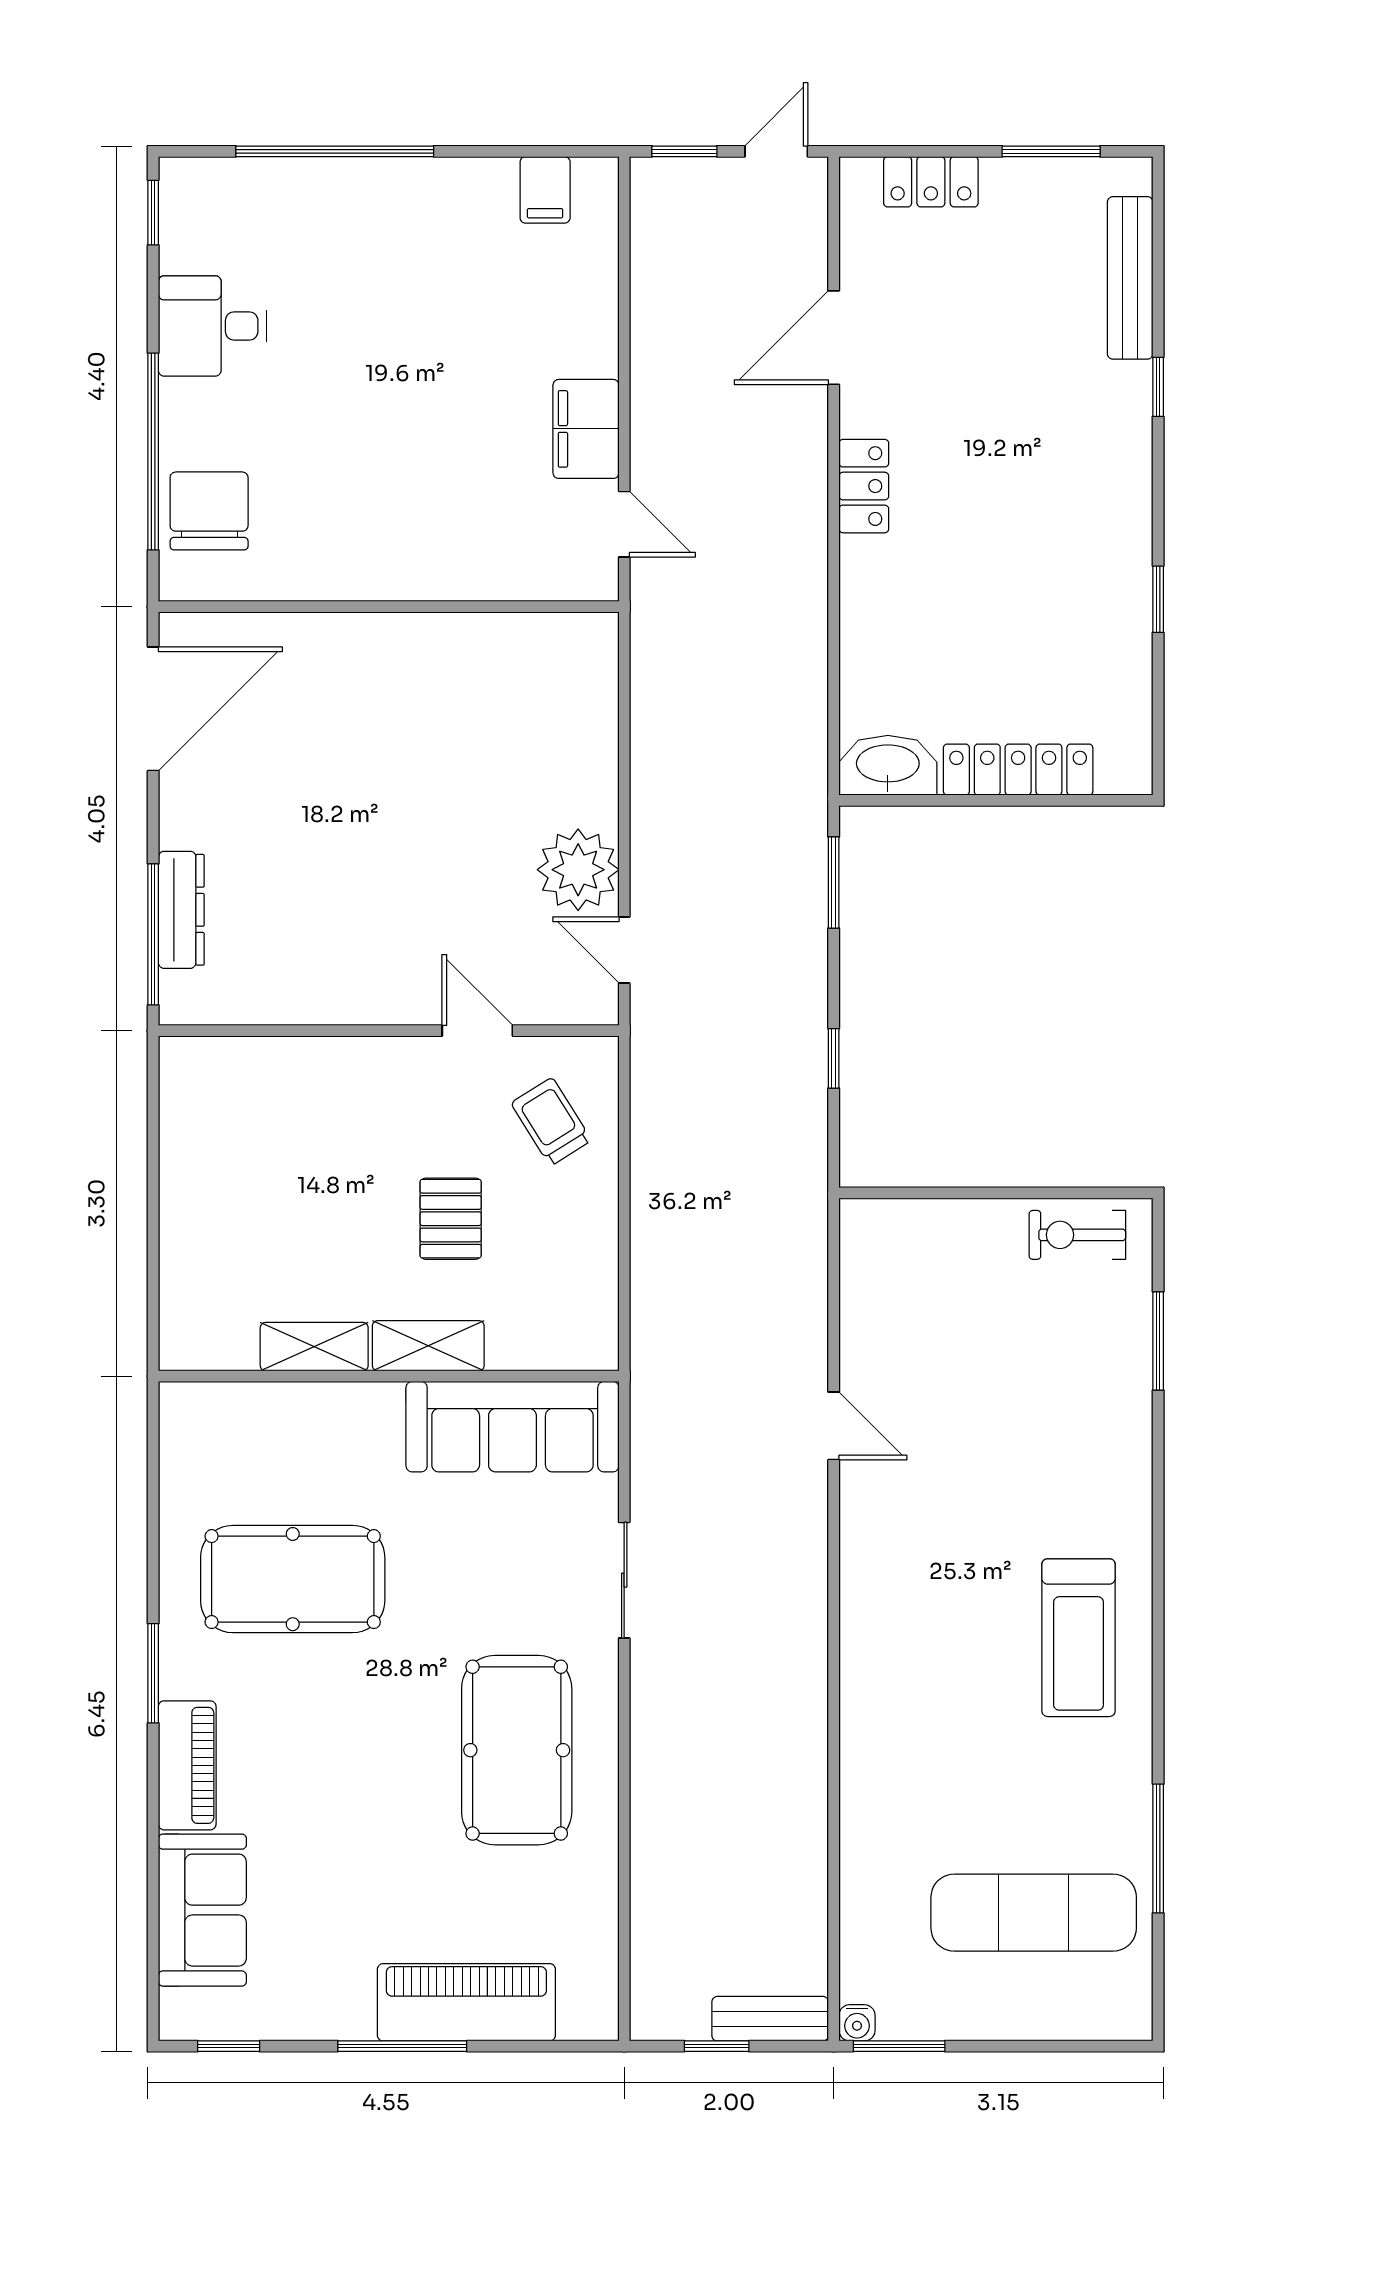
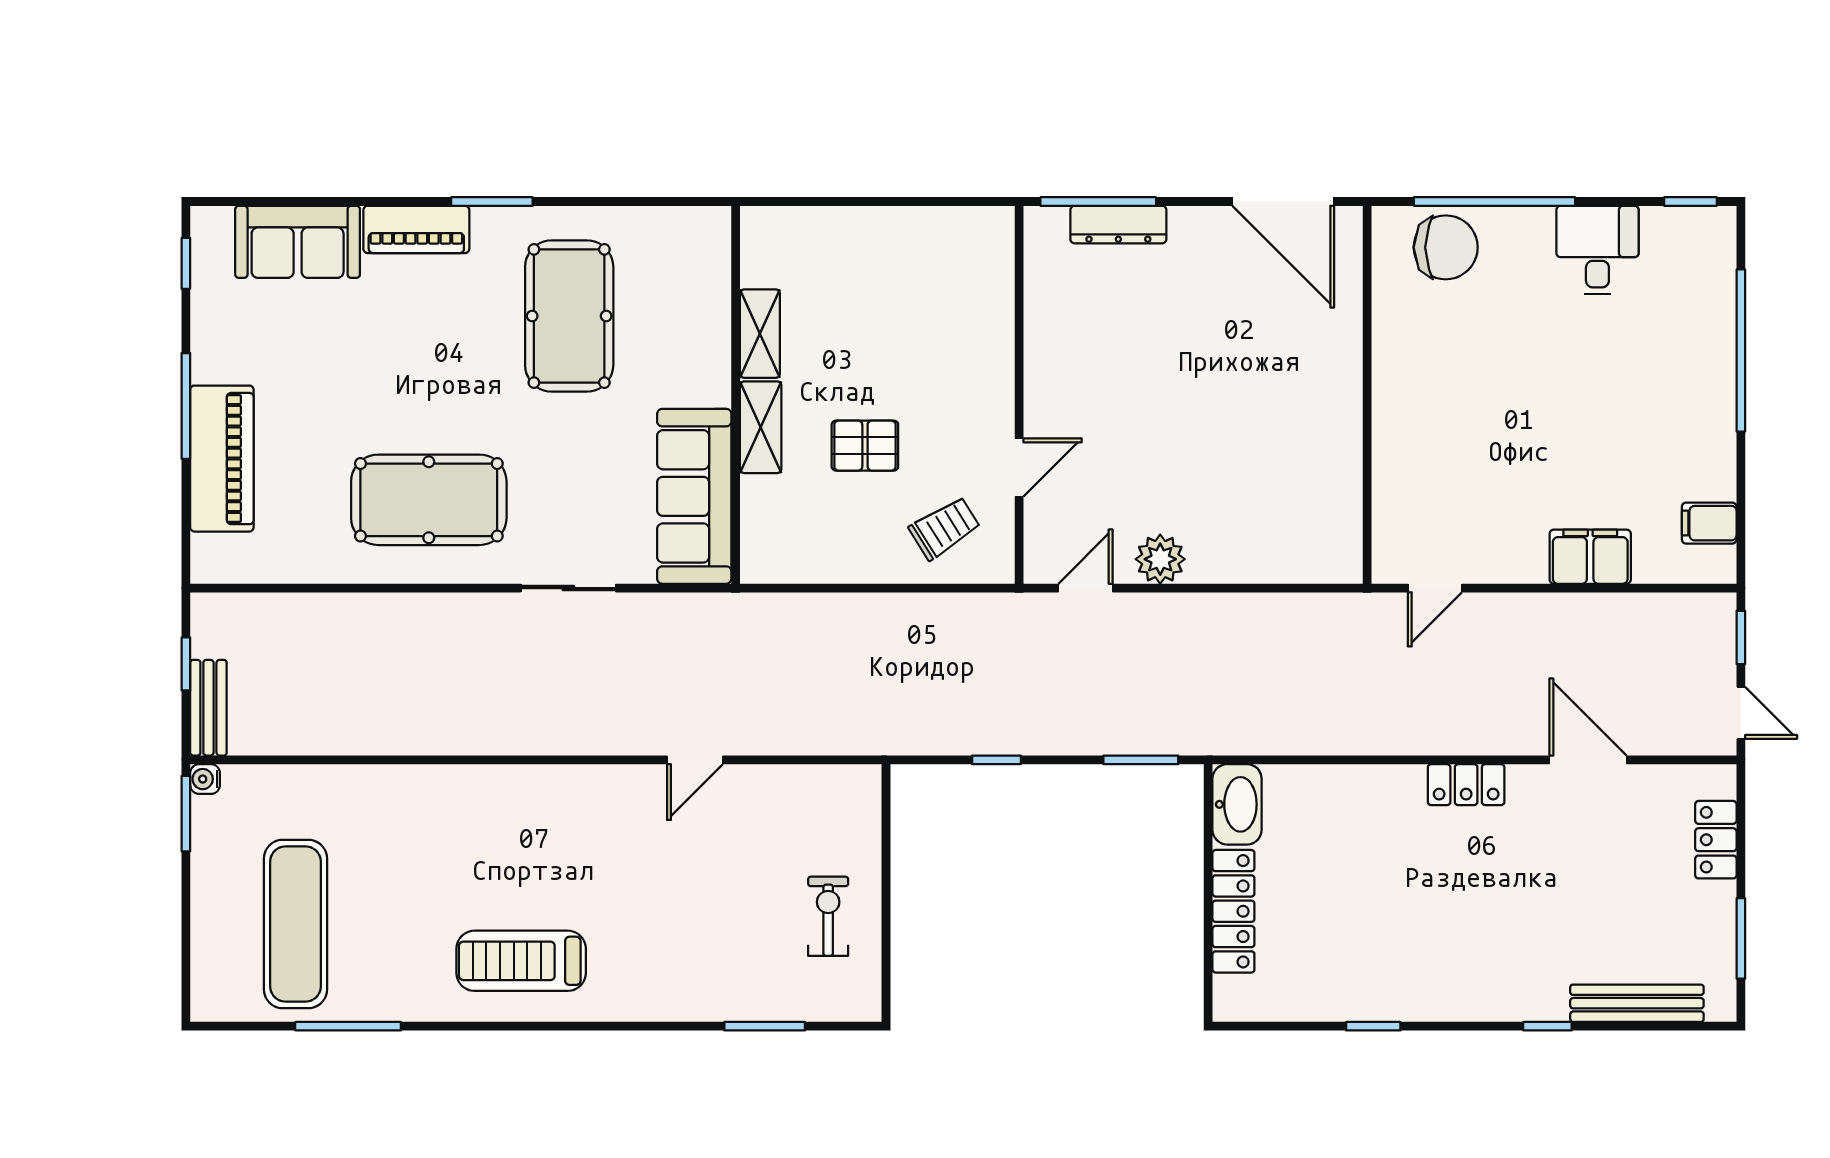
filing cabinet: (586, 429) -> (1590, 557), moved
plant: (578, 870) -> (1160, 559), width x0.73, depth x0.73
exercise bike: (1077, 1235) -> (828, 916), moved

